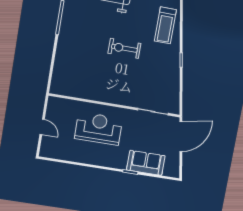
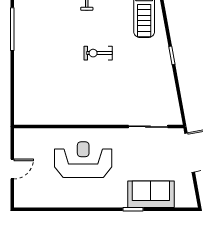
exercise bike: (124, 48) -> (98, 53), width x0.73, depth x0.72
door: (42, 127) -> (12, 169), hinge flipped

